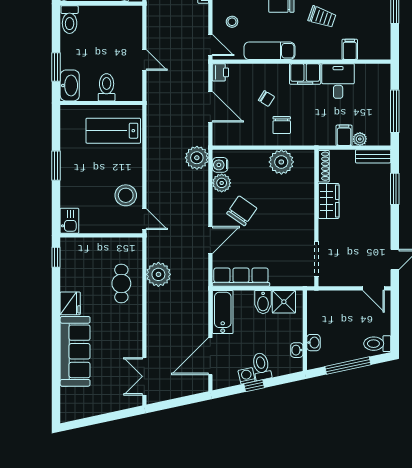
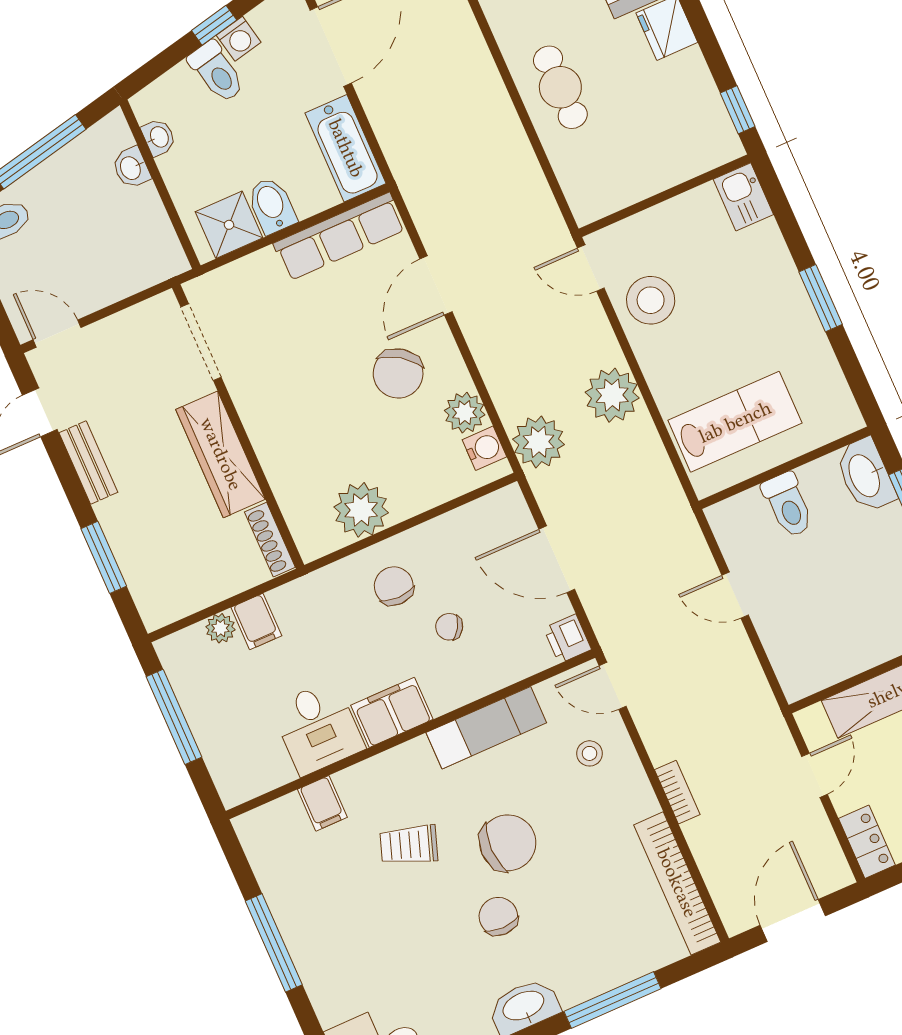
bench: (373, 156) -> (88, 463), moved, turned 90
wardrobe: (329, 201) -> (221, 454), width x1.50
plant: (158, 274) -> (612, 395), moved
cafe table: (121, 283) -> (560, 87), moved

